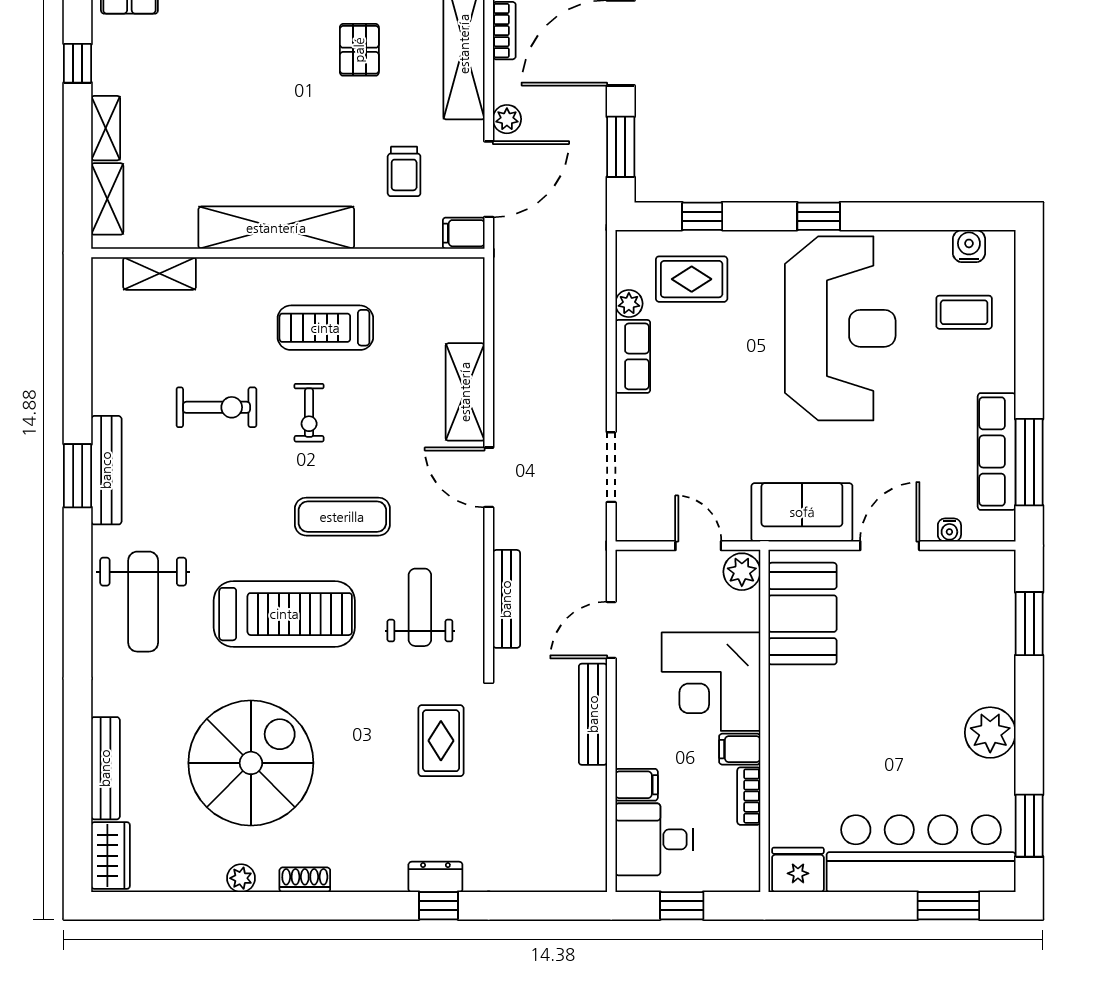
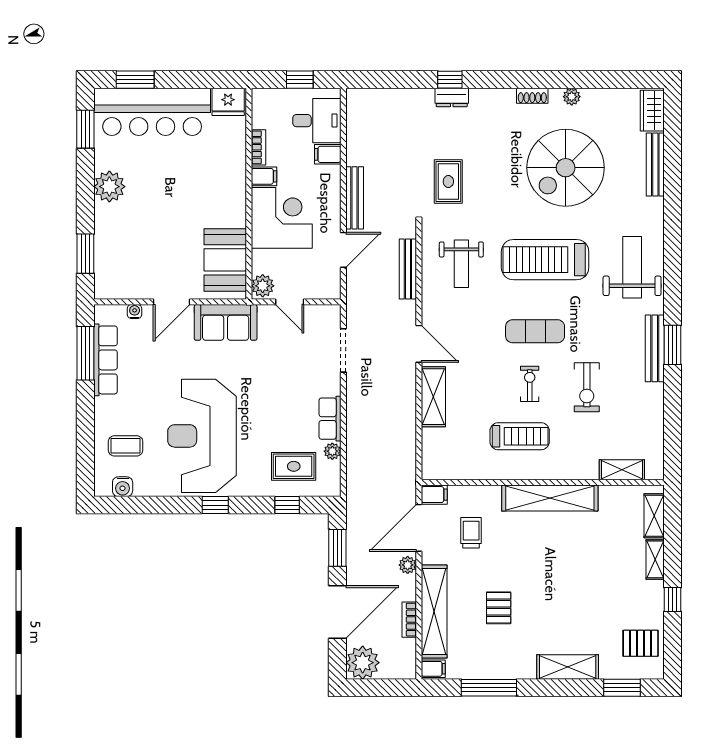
exercise bike: (217, 407) -> (587, 387), turned -90
exercise mat: (342, 517) -> (535, 331), moved

